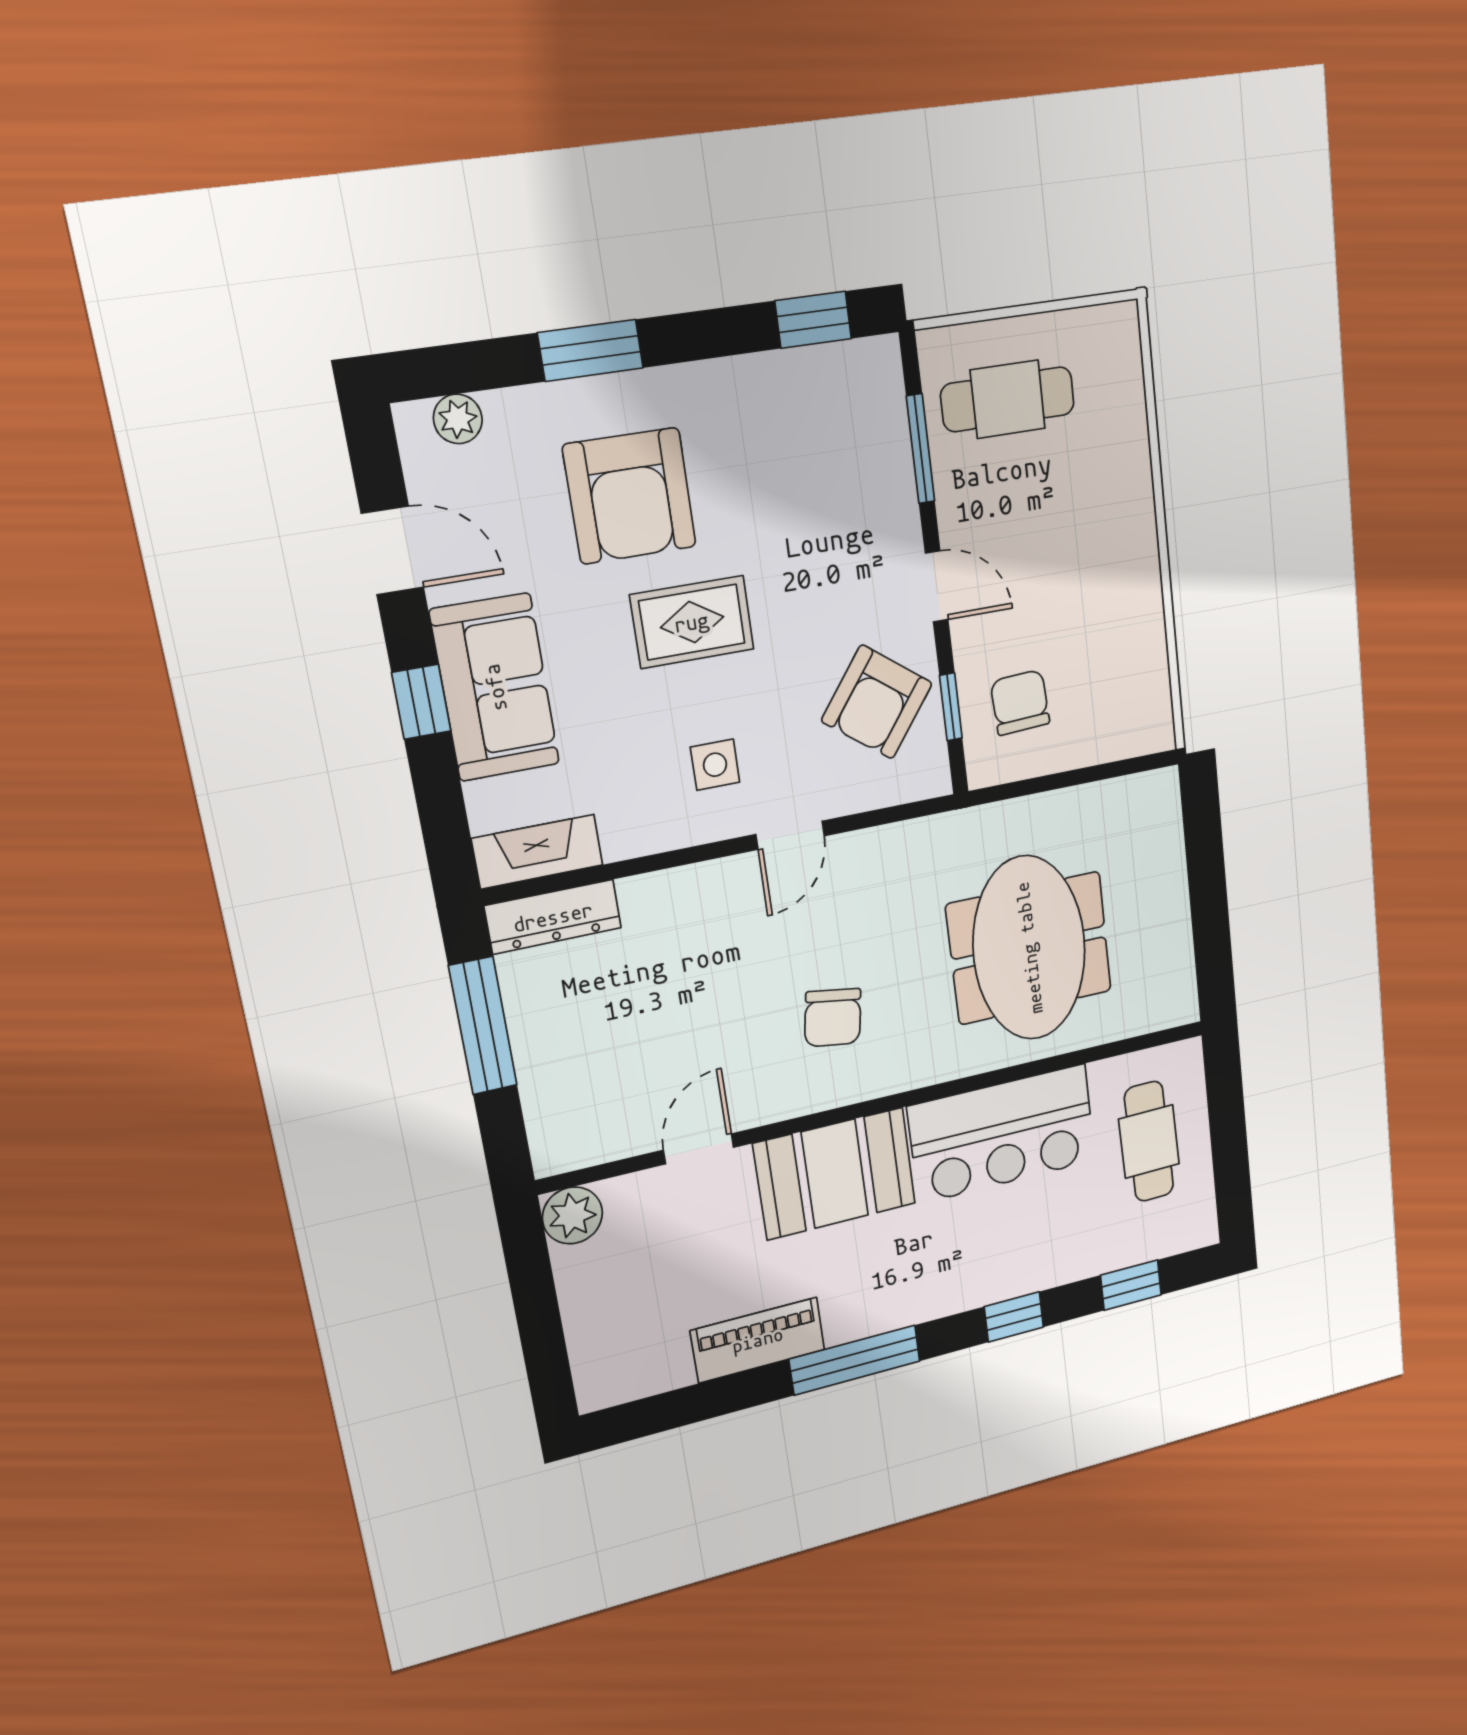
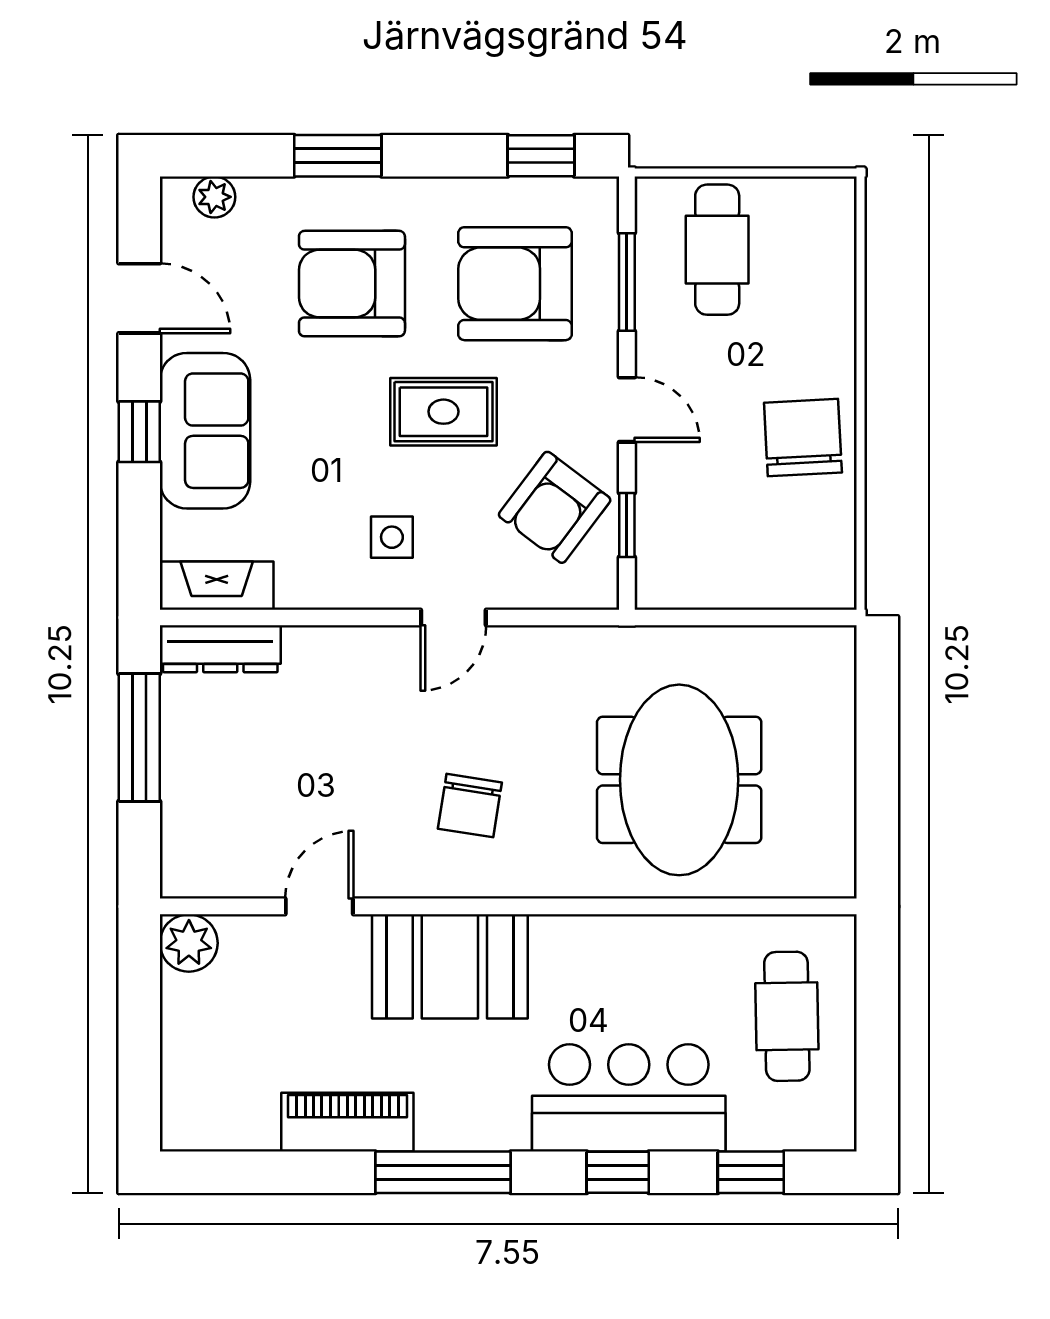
cafe table: (1008, 399) -> (717, 250), turned 90
armchair: (805, 469) -> (515, 284), added
armchair: (630, 496) -> (352, 284), turned 90
rug: (692, 622) -> (443, 412), moved
chair: (1020, 703) -> (803, 438), moved, width x1.37, depth x1.37
bar counter: (1002, 1134) -> (629, 1098), moved, turned 180

